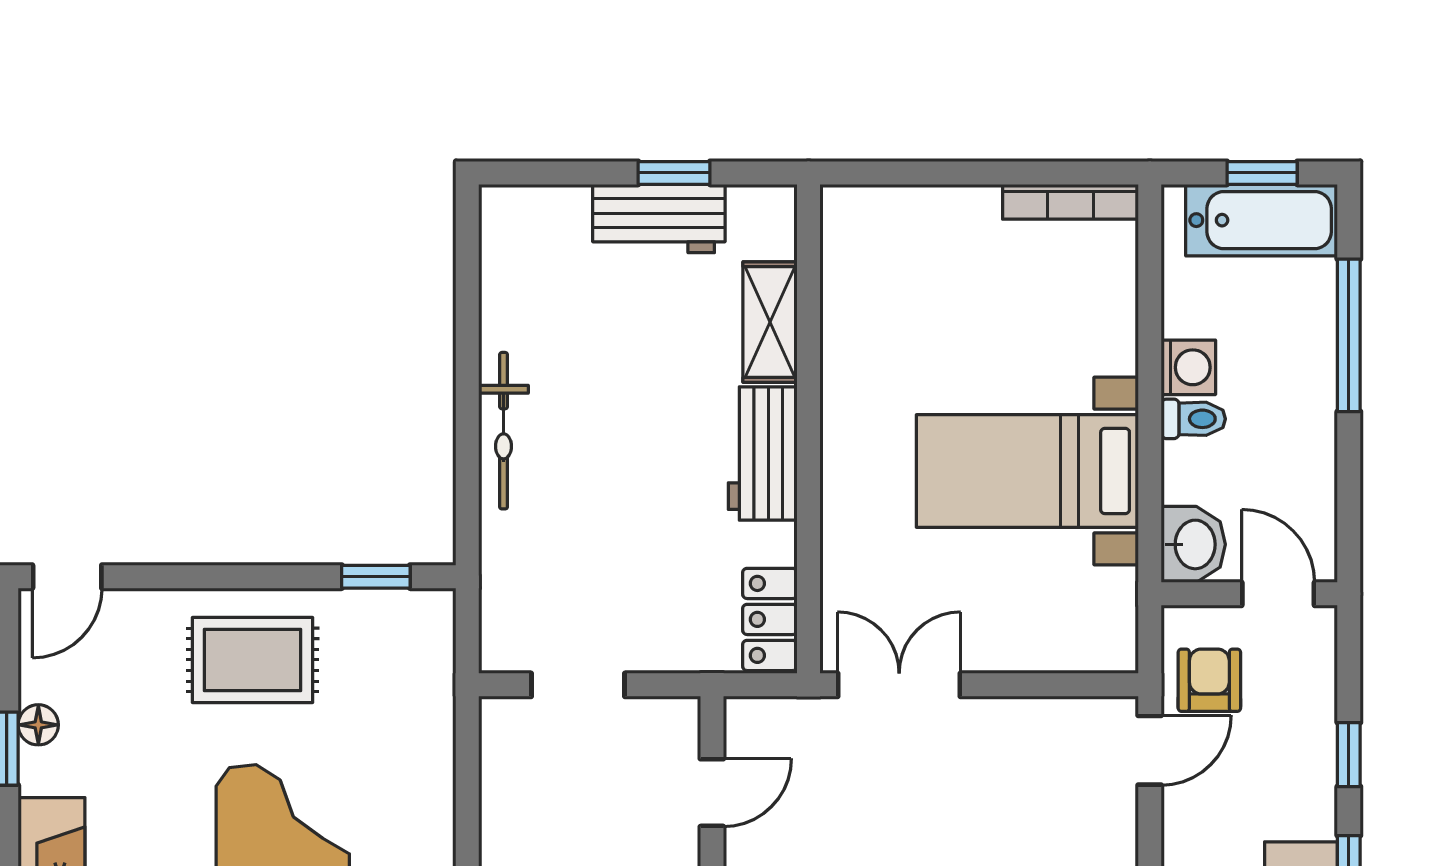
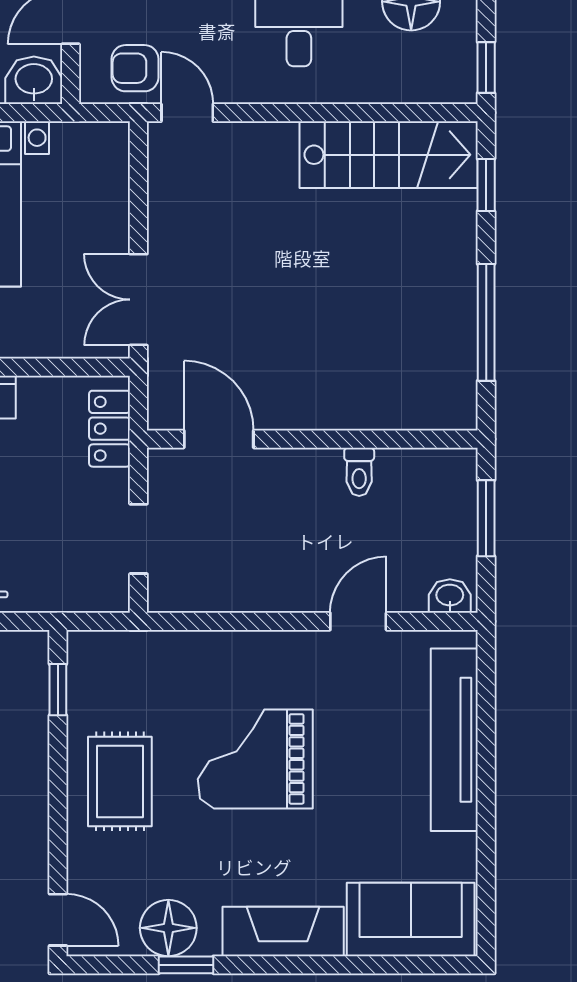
locker: (770, 619) -> (110, 429), moved, turned 90
floor lamp: (38, 725) -> (168, 928), width x1.89, depth x1.89
door: (712, 793) -> (219, 439), width x1.38

